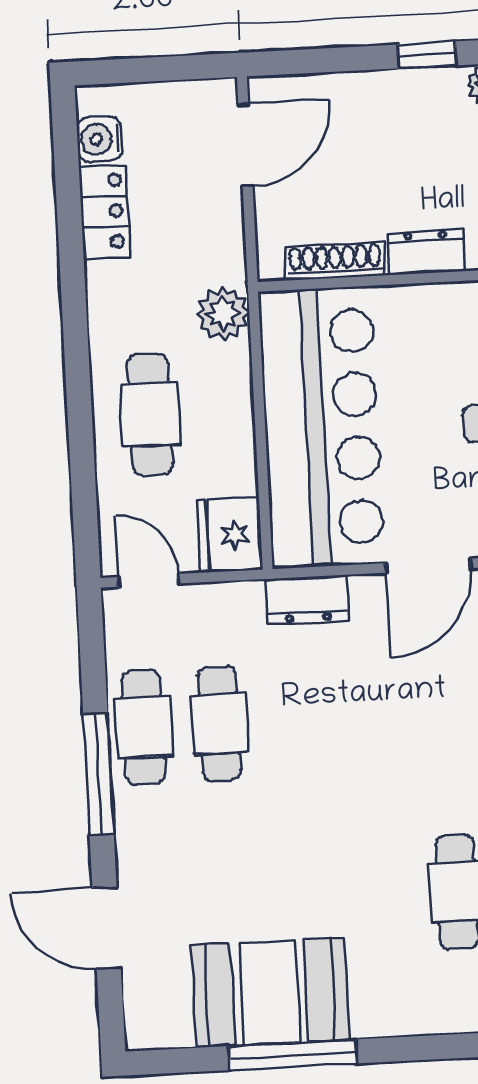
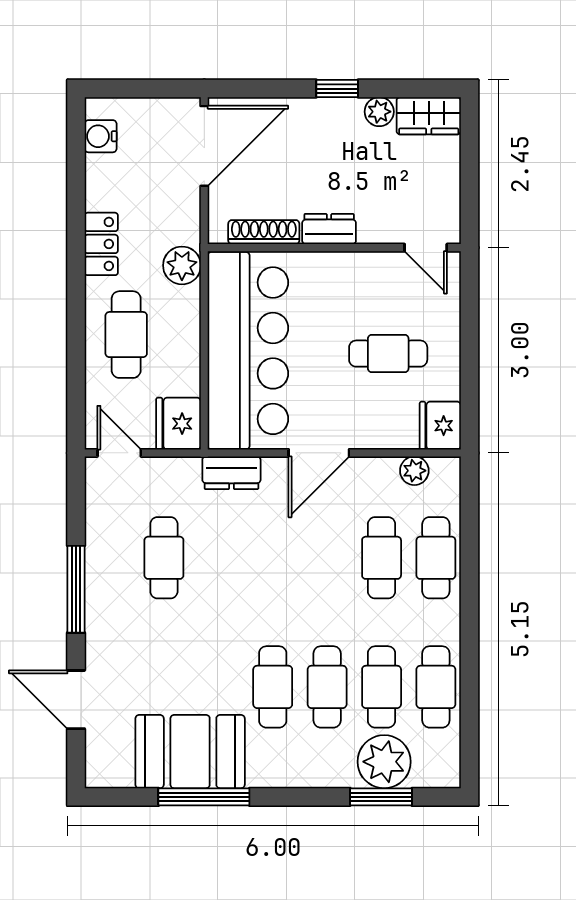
door: (245, 145) -> (204, 146), width x1.36
locker: (104, 211) -> (101, 244), moved
cafe table: (143, 728) -> (273, 687), moved

